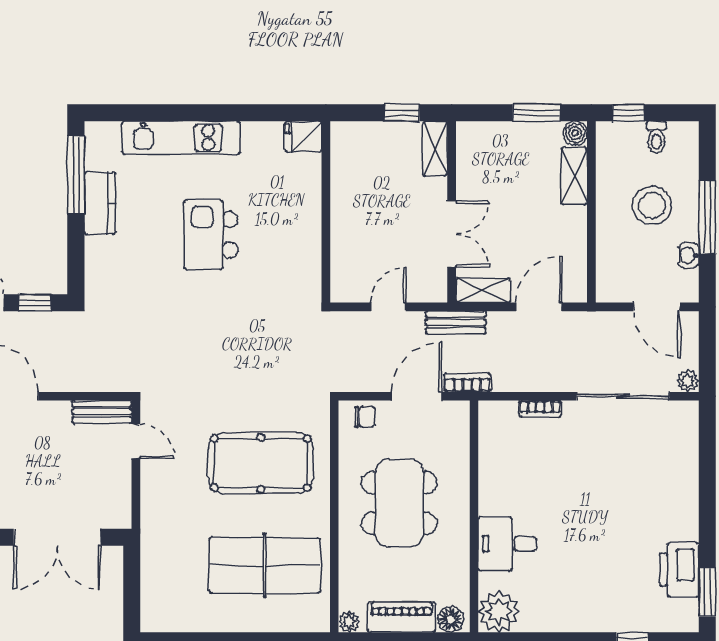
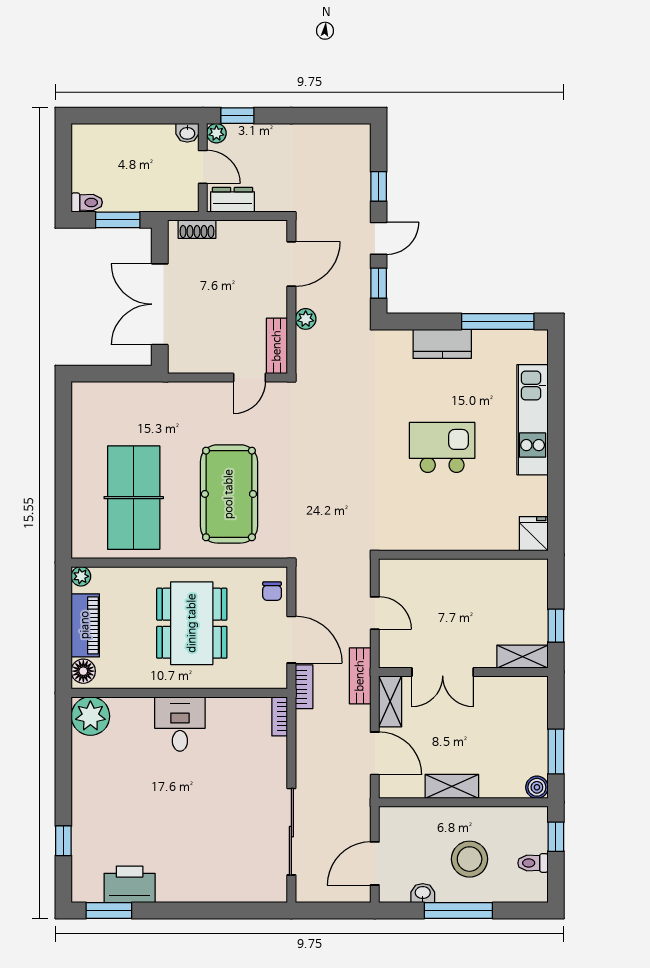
shelving: (574, 176) -> (452, 786), moved
kitchen counter: (100, 203) -> (442, 344), moved
plant: (688, 381) -> (306, 319), moved
bookcase: (540, 409) -> (280, 716), moved
dining table: (399, 503) -> (192, 623), turned 90
desk: (507, 544) -> (180, 724), moved

